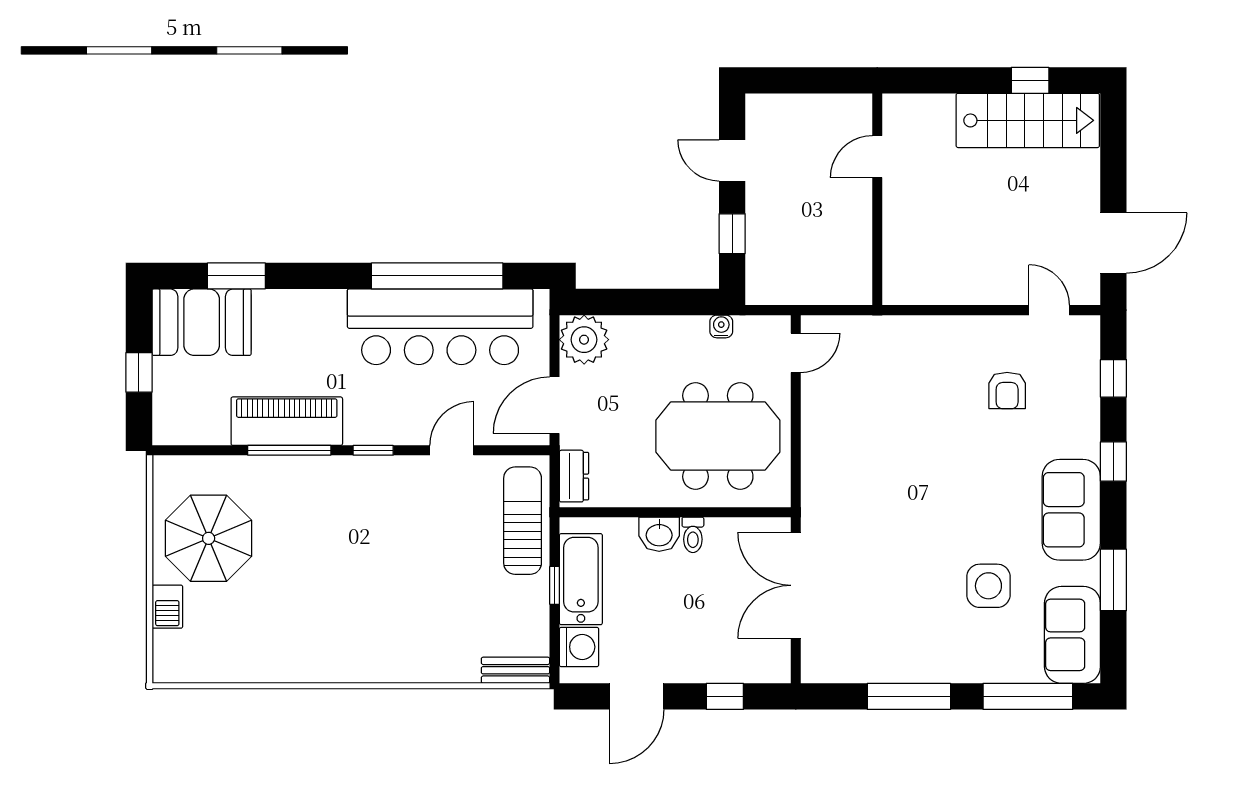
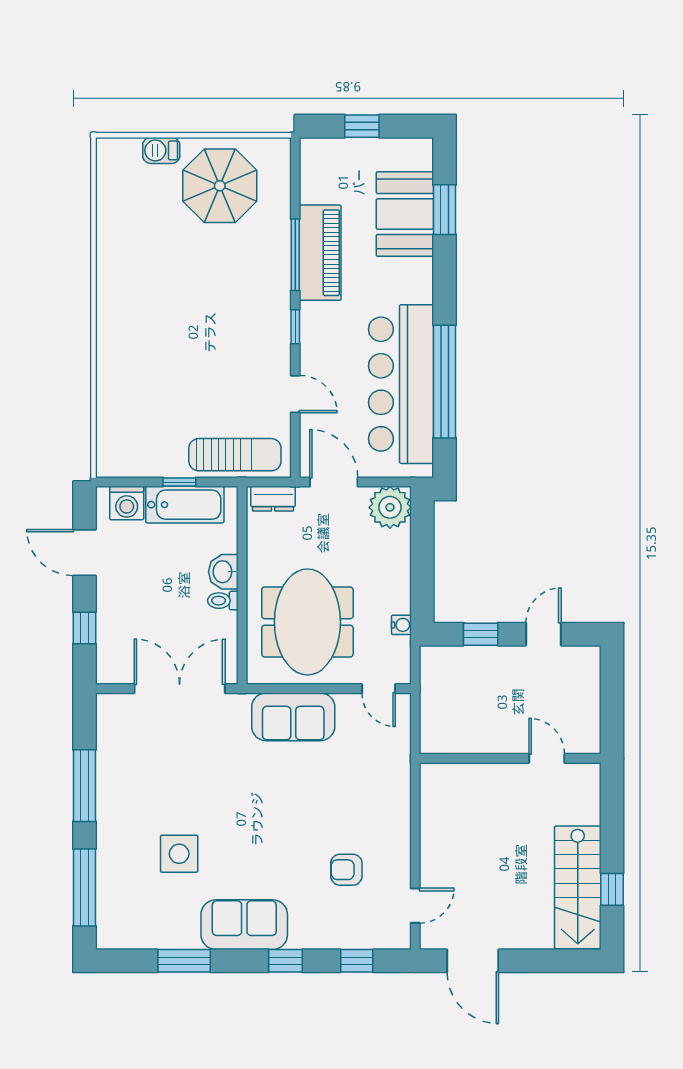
booth: (202, 322) -> (405, 214), moved
sofa: (1072, 635) -> (293, 717), moved, turned 180
bench: (515, 670) -> (107, 449), removed

